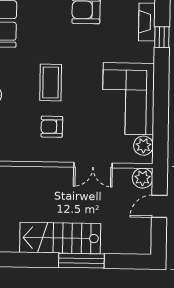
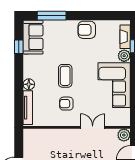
plant: (143, 146) -> (124, 56), moved
double door: (93, 165) -> (93, 127), swing flipped

